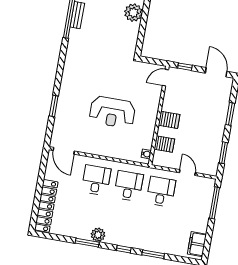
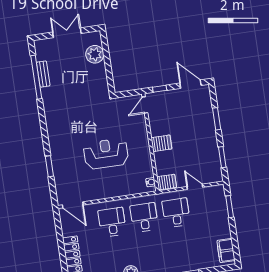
reception desk: (112, 112) -> (106, 154), turned 180
server rack: (164, 144) -> (167, 182), moved
window: (215, 203) -> (230, 207), width x0.69

